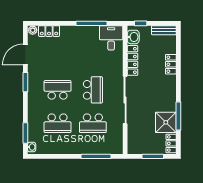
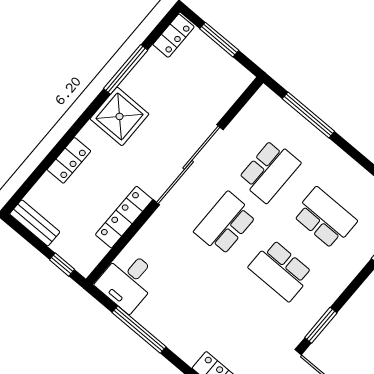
washbasin: (133, 37) -> (92, 253), removed
shower: (166, 122) -> (120, 116), moved
school desk: (93, 123) -> (269, 171), turned 90

